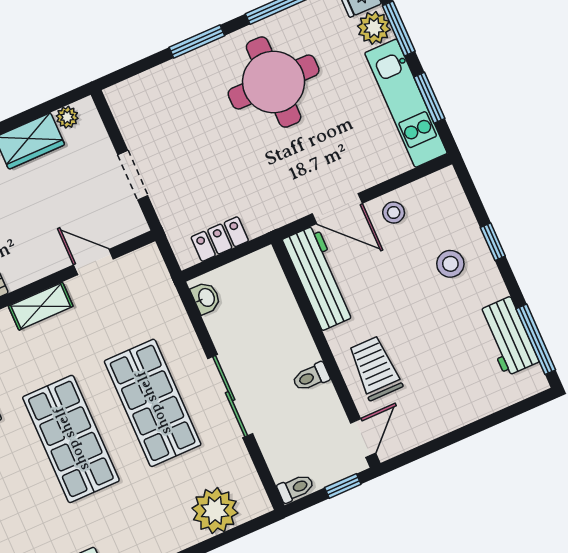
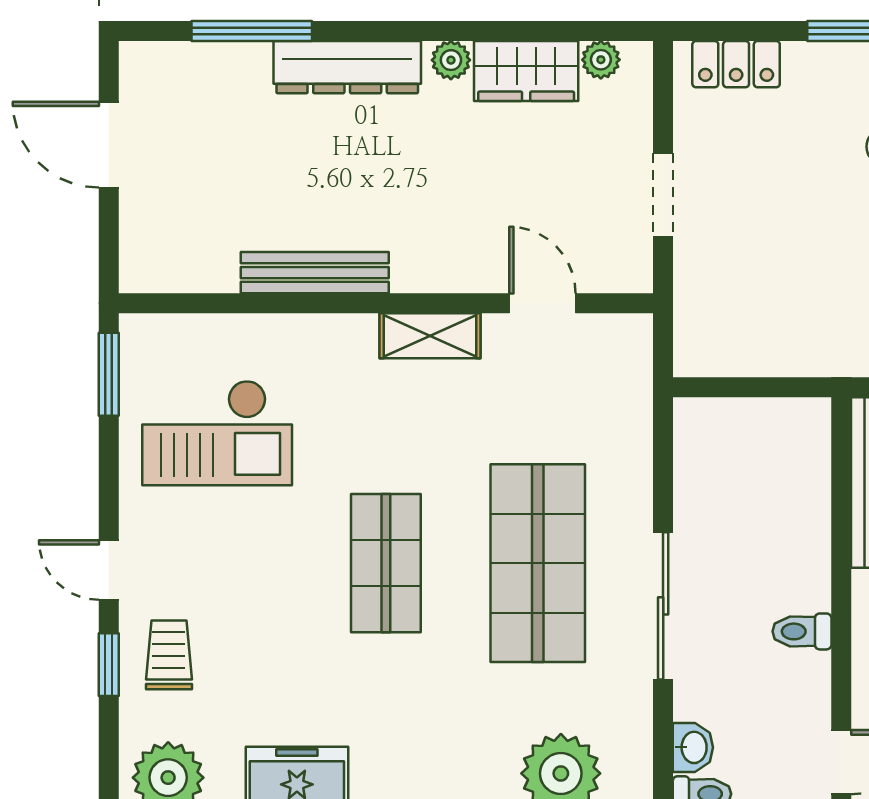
locker: (220, 239) -> (736, 64), moved, turned 180
washbasin: (206, 298) -> (693, 747), moved
shop shelf: (71, 439) -> (386, 563), width x0.70, depth x0.74

